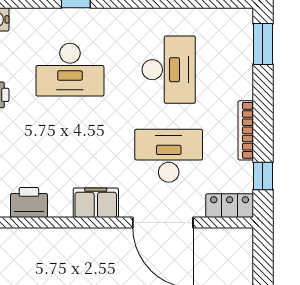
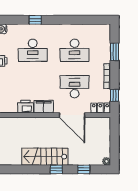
window: (263, 44) -> (115, 52), moved
desk: (169, 70) -> (75, 50), turned 90
printer: (29, 203) -> (26, 107), moved

